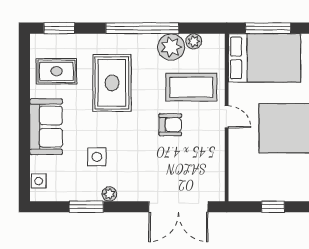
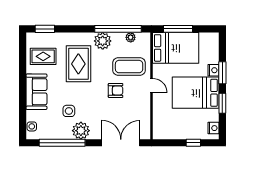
window: (142, 28) -> (118, 29), moved
plant: (171, 47) -> (103, 41), moved
plant: (109, 194) -> (81, 131), width x1.87, depth x1.87
window: (86, 207) -> (62, 143), width x2.11
double door: (178, 207) -> (121, 143), swing flipped
window: (273, 207) -> (193, 143), moved

